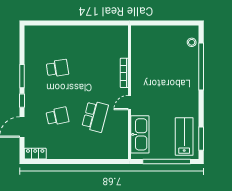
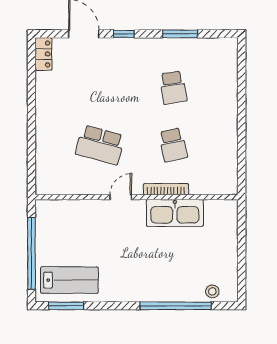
window: (22, 76) -> (180, 34), moved
door: (129, 103) -> (121, 197), hinge flipped
school desk: (57, 116) -> (173, 145), moved
kitchen sink: (140, 134) -> (175, 213), moved

